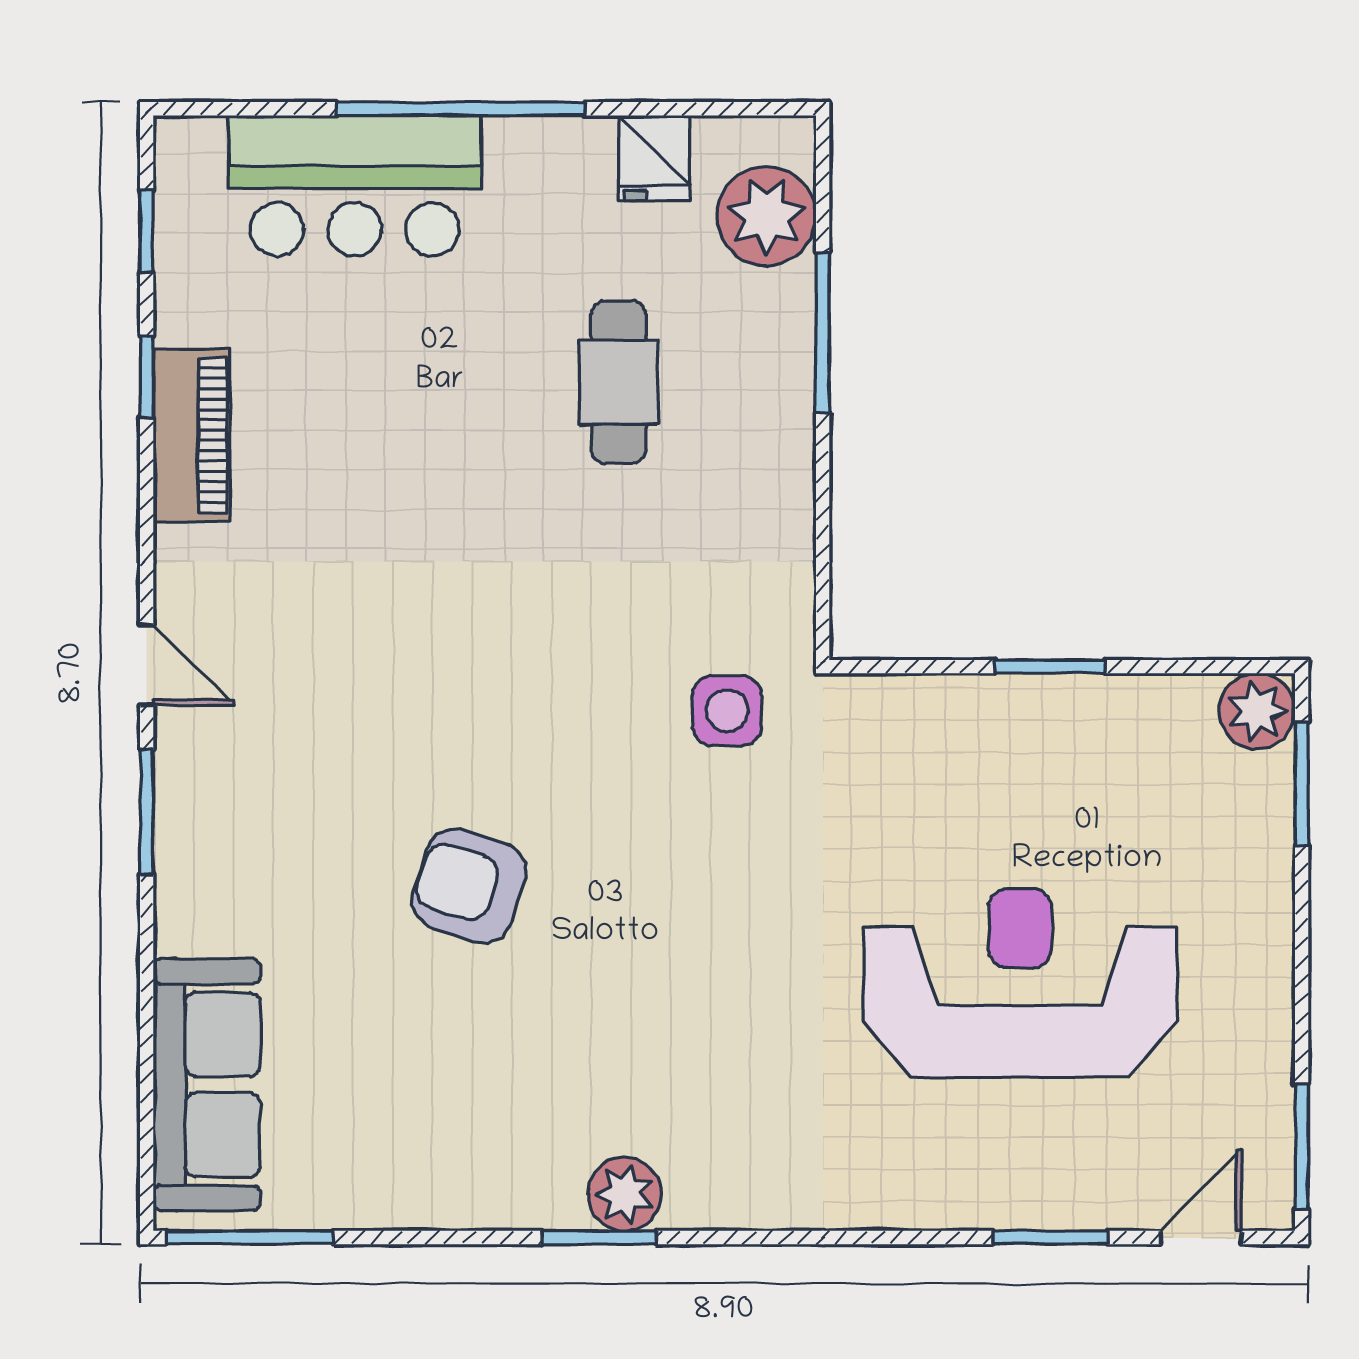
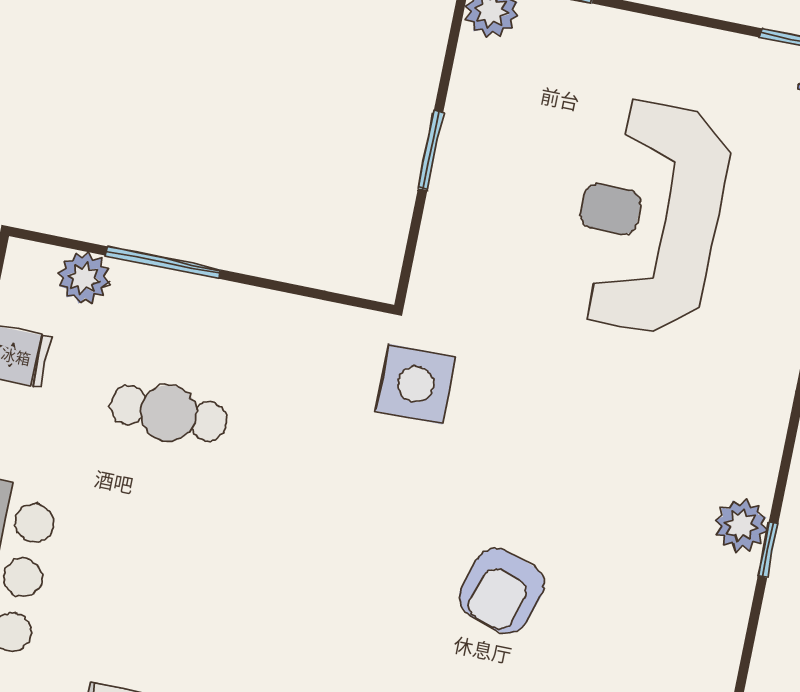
plant: (767, 216) -> (84, 278), width x0.73, depth x0.73
side table: (727, 711) -> (416, 384), width x1.37, depth x1.37
window: (599, 1238) -> (768, 550), width x0.67

